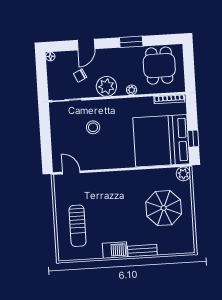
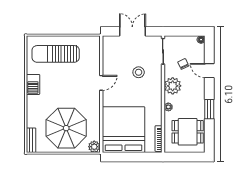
double door: (46, 137) -> (132, 31), added
window: (193, 139) -> (124, 157), removed
door: (71, 172) -> (101, 83), moved
parasol: (164, 208) -> (66, 128), width x1.36, depth x1.36
sun lounger: (78, 226) -> (56, 54), width x1.36, depth x1.34
bench: (142, 251) -> (31, 140), moved

